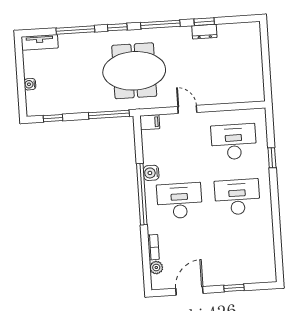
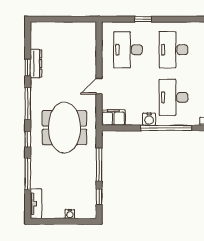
dresser: (204, 32) -> (36, 64), width x1.44
window: (109, 115) -> (99, 164), moved
filing cabinet: (150, 122) -> (113, 118), width x2.00

